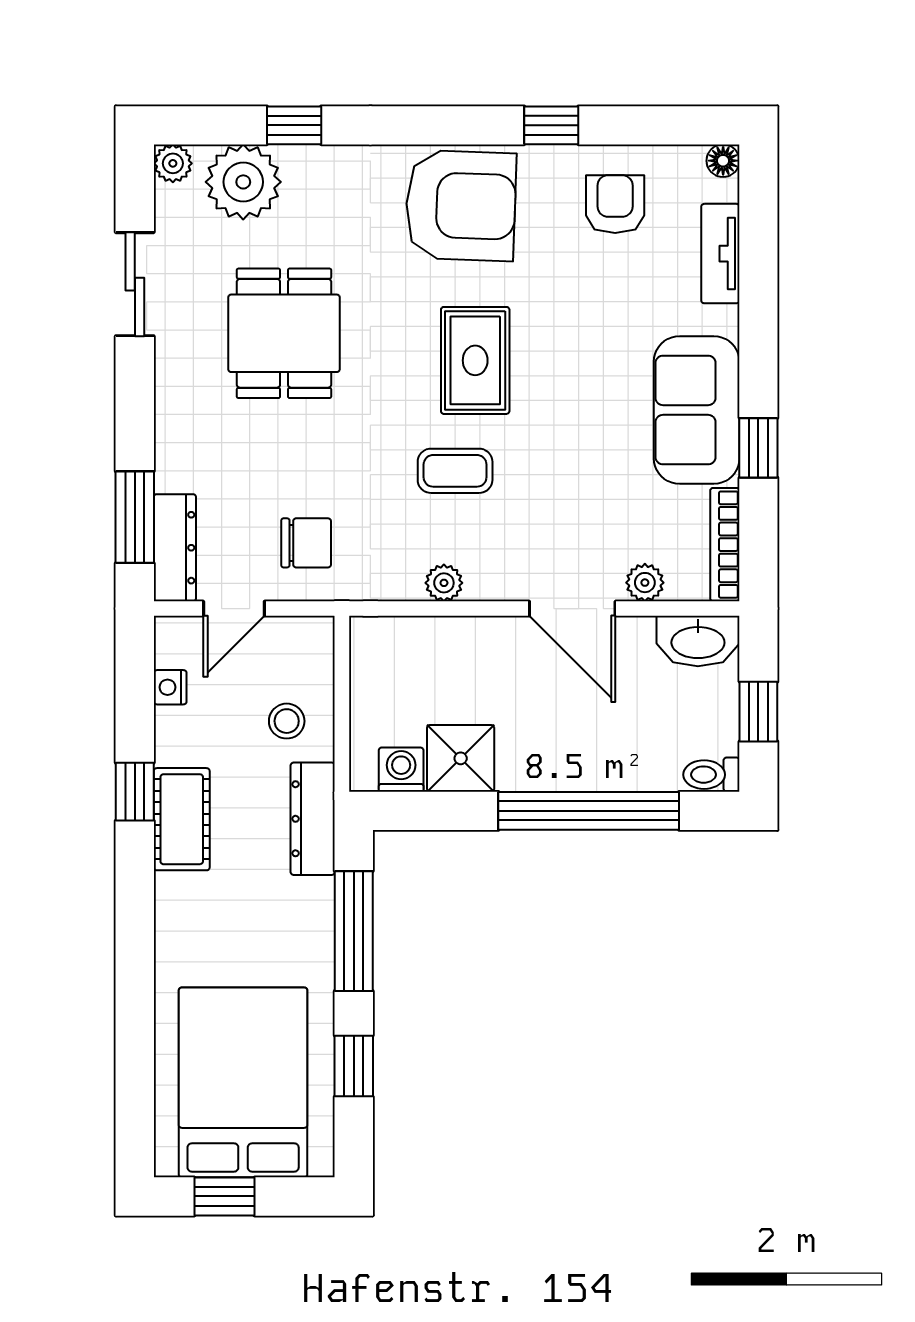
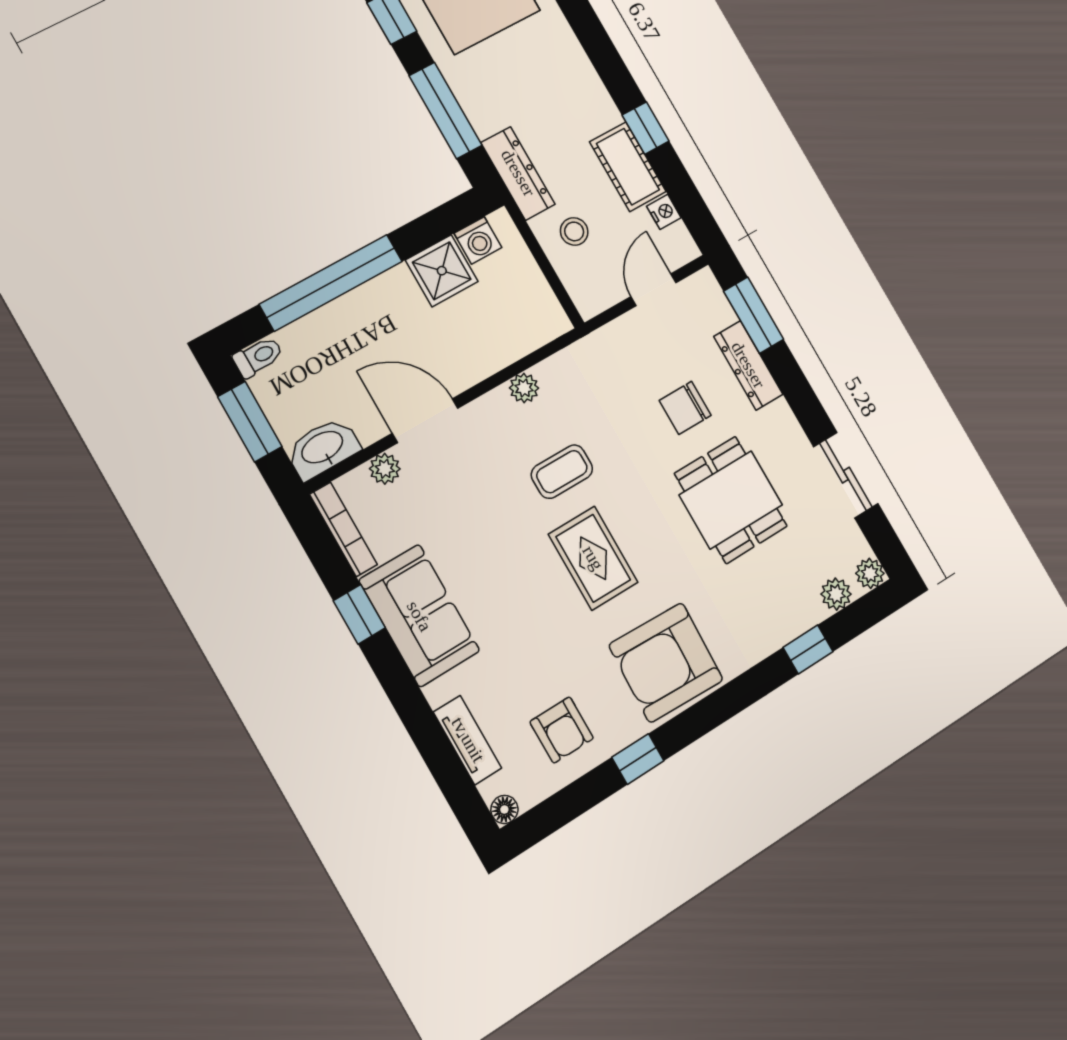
plant: (243, 182) -> (836, 594), width x0.53, depth x0.53
chair: (306, 543) -> (685, 408), moved
dresser: (175, 548) -> (748, 365), moved
window: (758, 712) -> (250, 422), width x1.50
cot: (182, 819) -> (628, 167), moved

